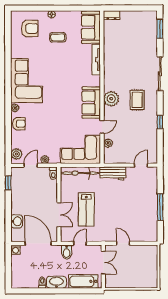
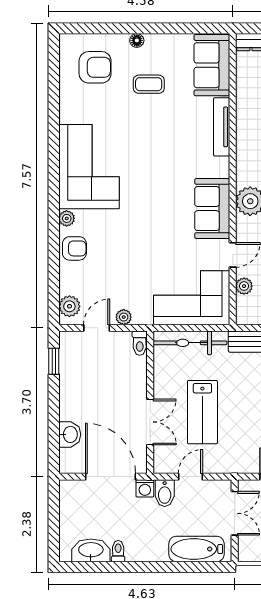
washing machine: (16, 250) -> (145, 488), moved
washbasin: (56, 282) -> (91, 550), moved

